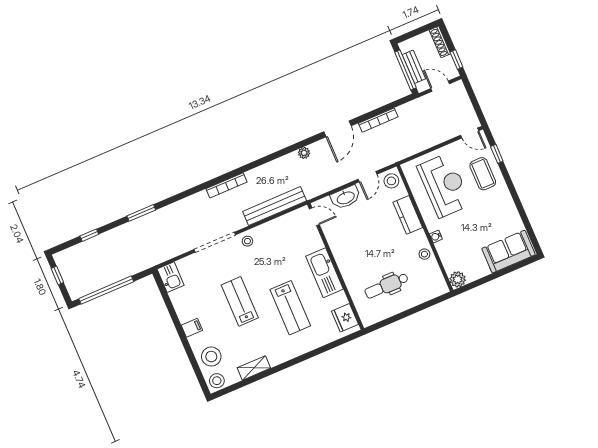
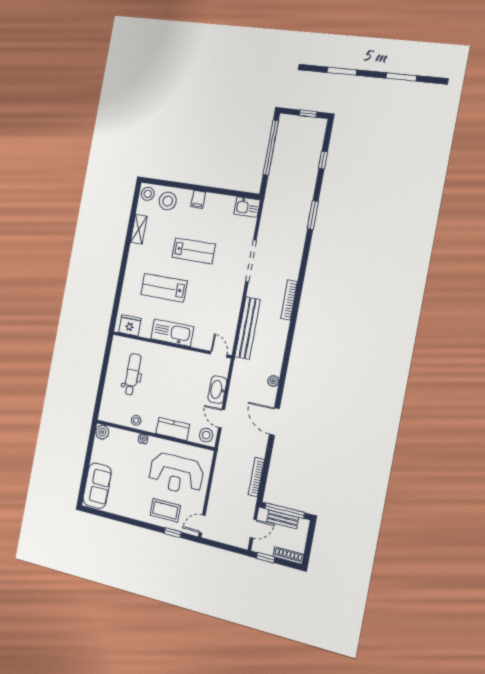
bookcase: (378, 120) -> (256, 477), moved
door: (314, 217) -> (219, 354), swing flipped
stool: (247, 241) -> (235, 288), removed

